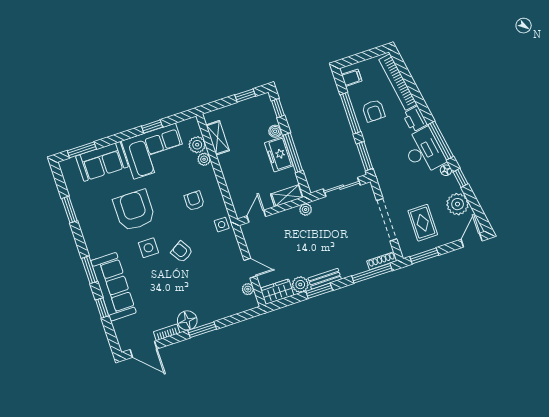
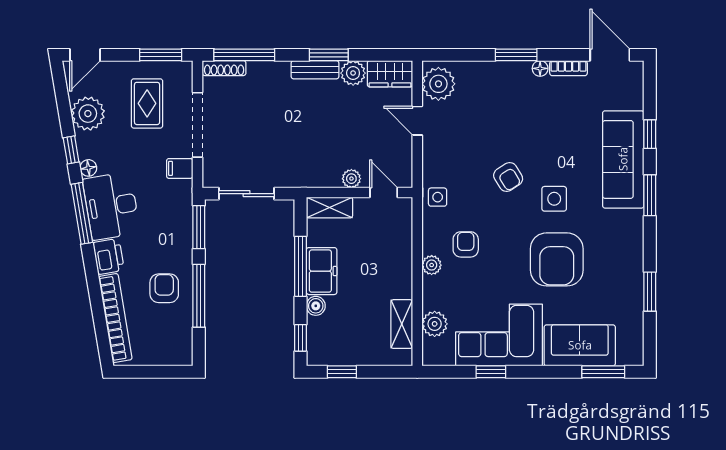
filing cabinet: (352, 78) -> (180, 168), moved
plant: (204, 159) -> (432, 265), moved
armchair: (194, 201) -> (466, 244), turned 180
plant: (306, 209) -> (351, 179), moved
door: (256, 216) -> (384, 192), swing flipped
plant: (248, 289) -> (438, 84), width x1.88, depth x1.88
floor lamp: (187, 320) -> (540, 68), width x0.53, depth x0.53

